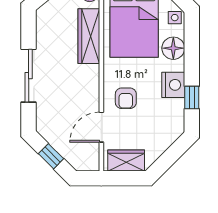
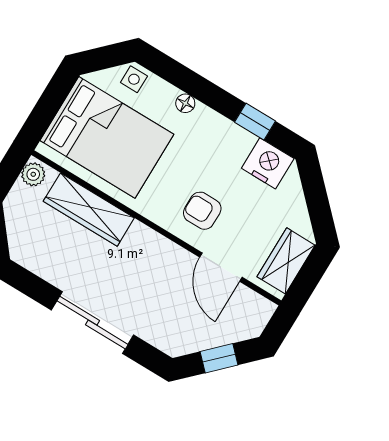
floor lamp: (173, 48) -> (185, 103), width x0.53, depth x0.53
nightstand: (173, 85) -> (268, 163), moved
armchair: (126, 98) -> (202, 211), turned 180

